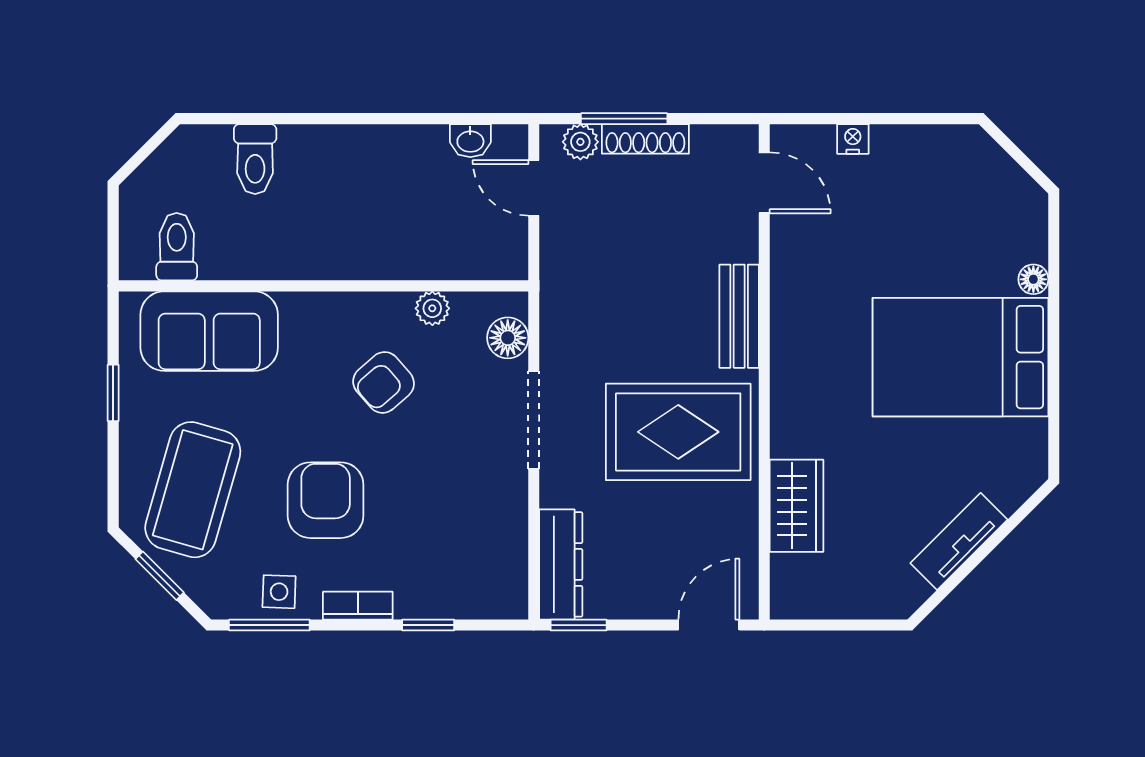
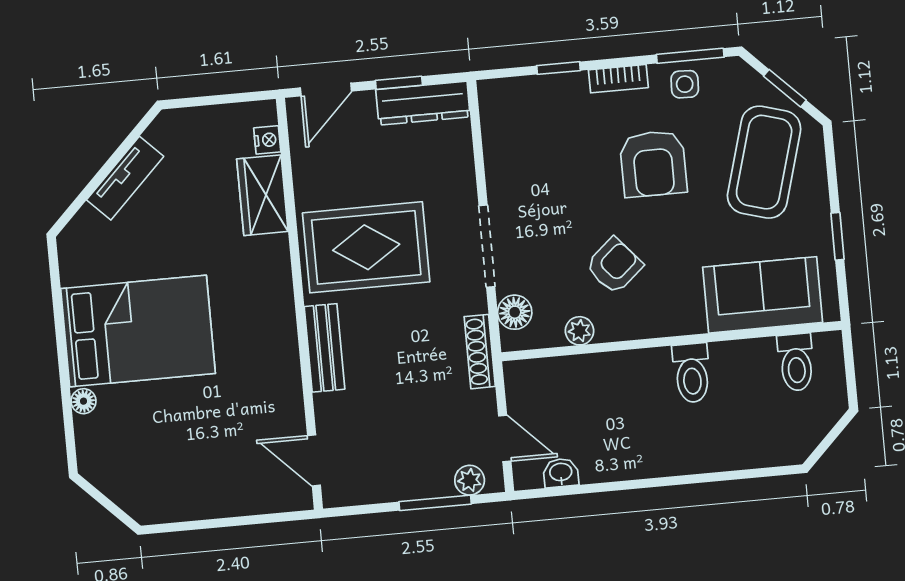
shoe rack: (645, 139) -> (480, 352), moved, turned -90
nightstand: (853, 139) -> (267, 140), moved, turned -90
toilet: (255, 159) -> (692, 373), moved, turned 180
dresser: (561, 564) -> (423, 103), moved, turned -90
window: (579, 625) -> (399, 83), moved

